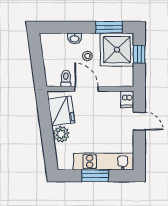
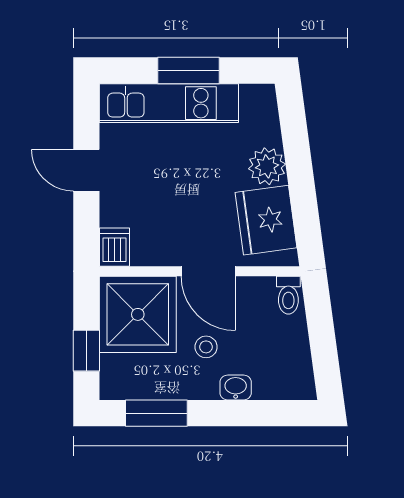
shower: (117, 50) -> (138, 314), moved
toilet: (66, 78) -> (288, 295), moved
door: (139, 121) -> (86, 170), moved

